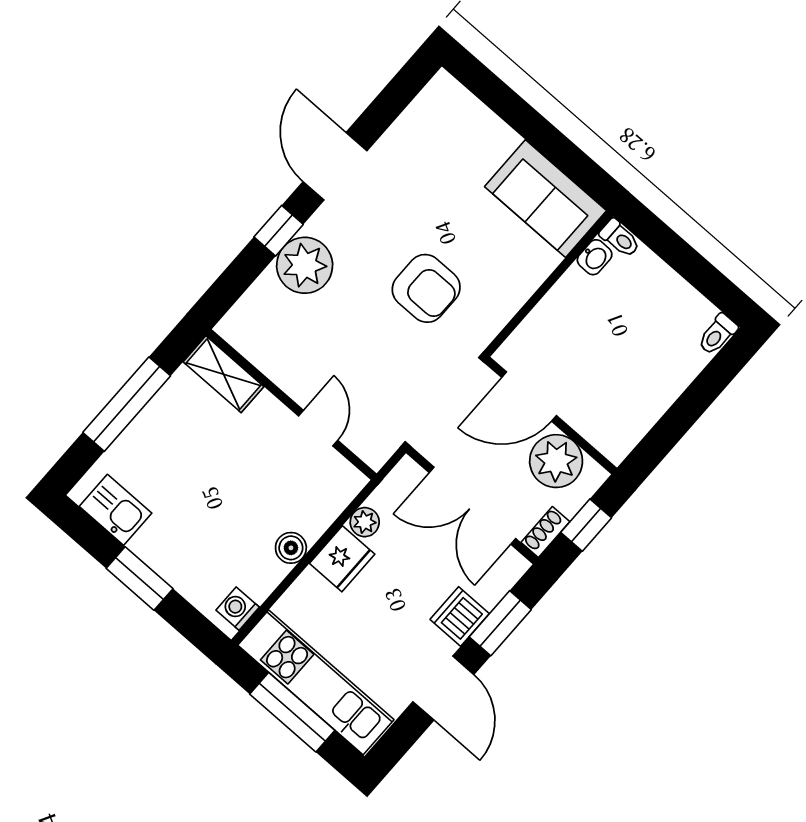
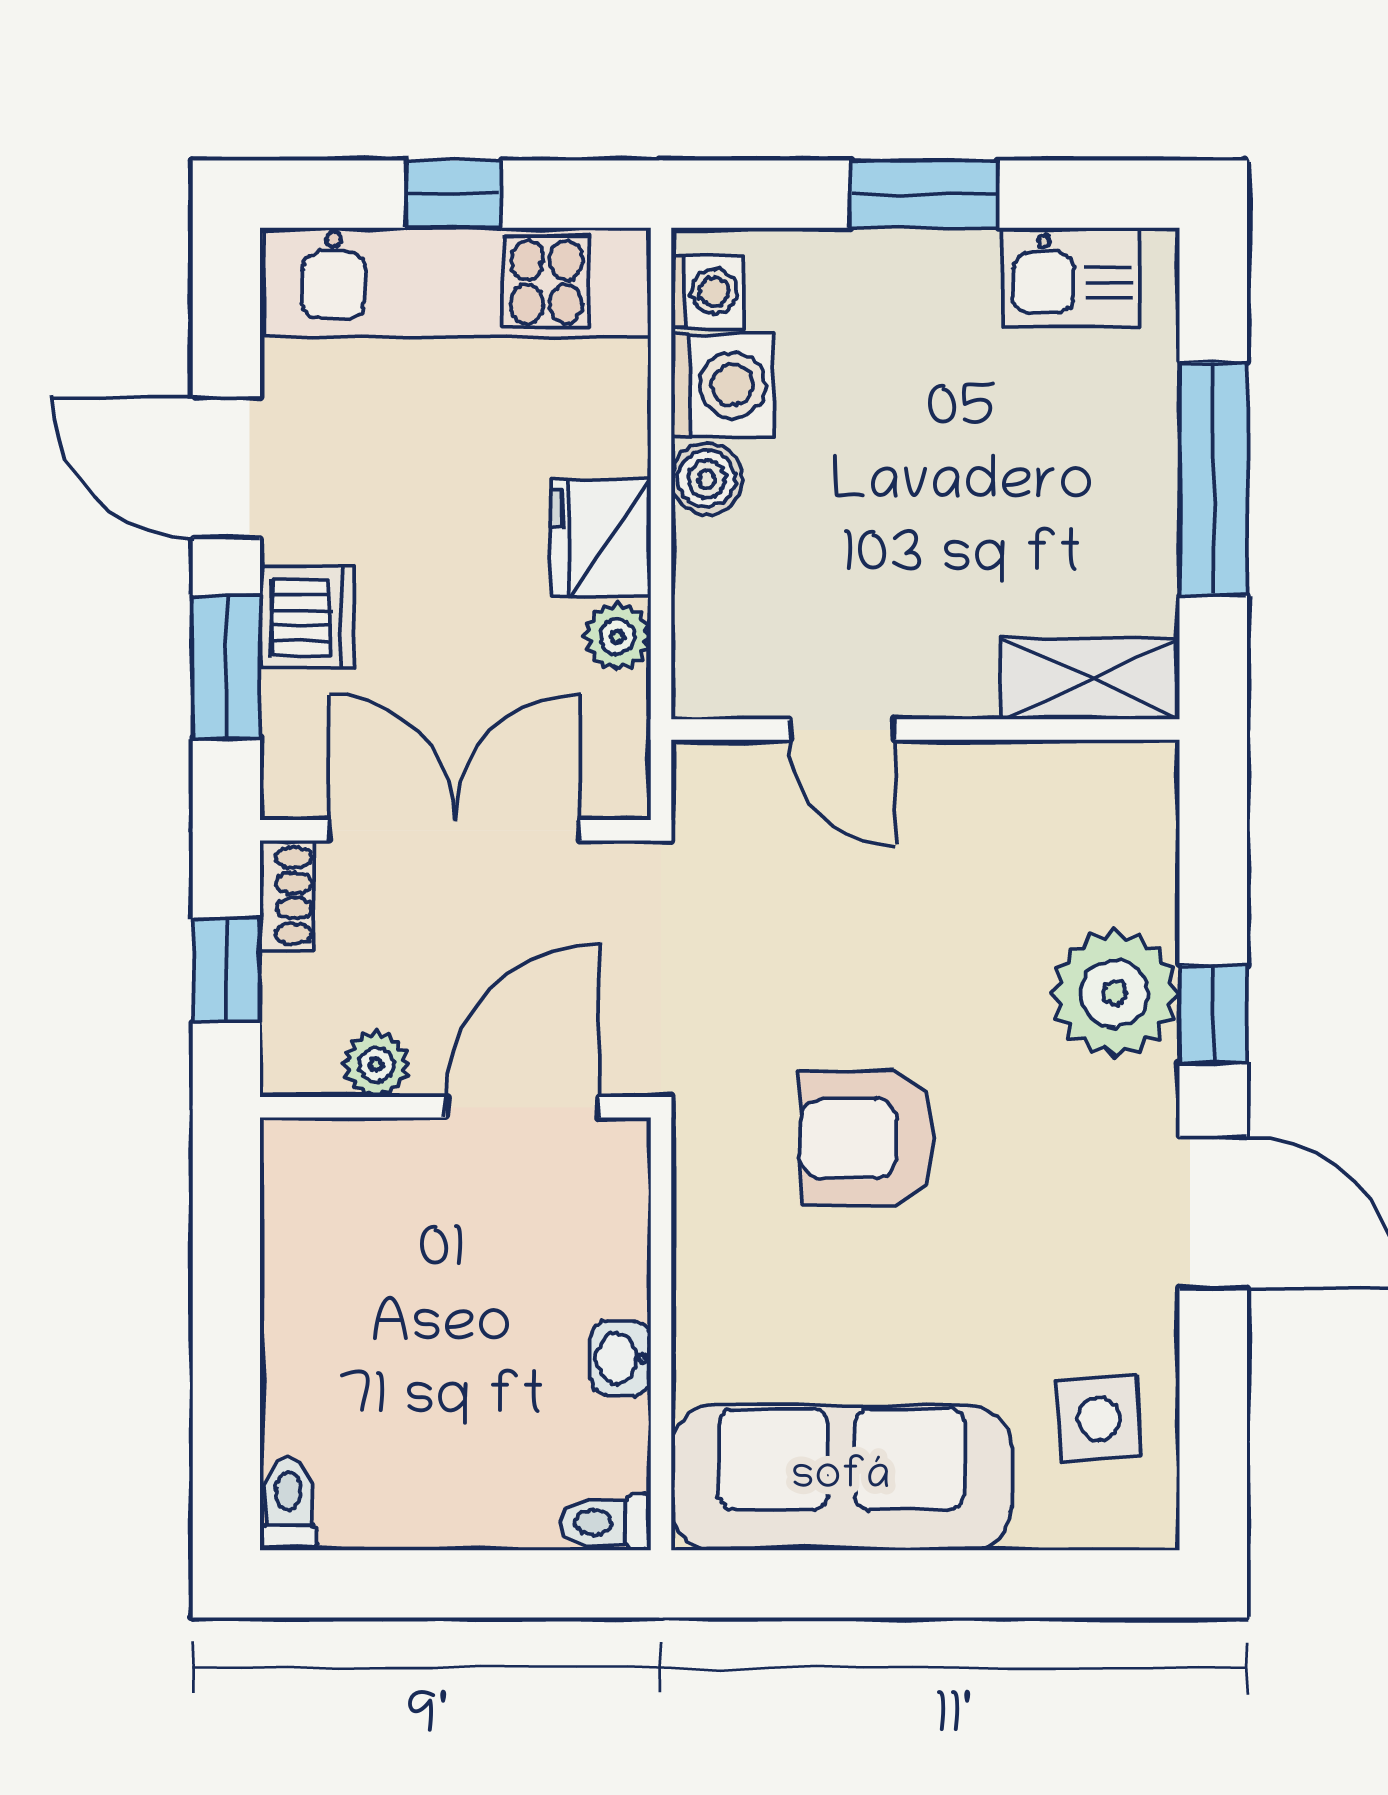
side table: (431, 132) -> (1099, 1419), added
sofa: (546, 199) -> (841, 1478), width x1.36
washbasin: (595, 257) -> (621, 1358), moved
plant: (556, 461) -> (376, 1064), width x0.53, depth x0.53
washing machine: (259, 574) -> (722, 385), added
window: (292, 712) -> (453, 194), width x0.46

